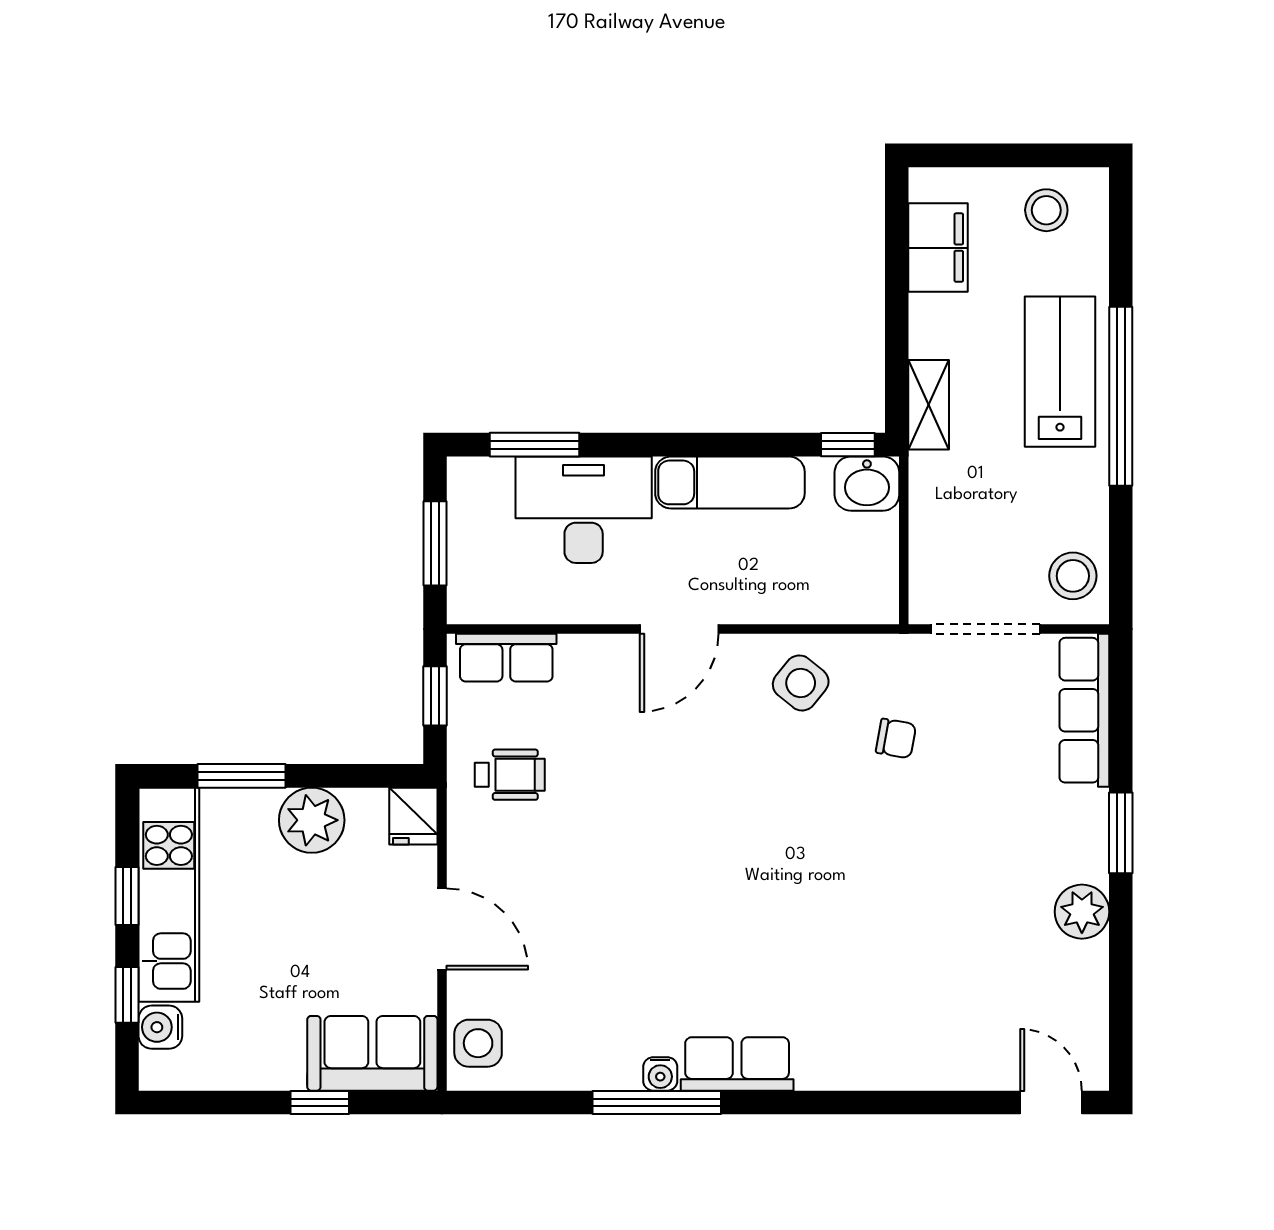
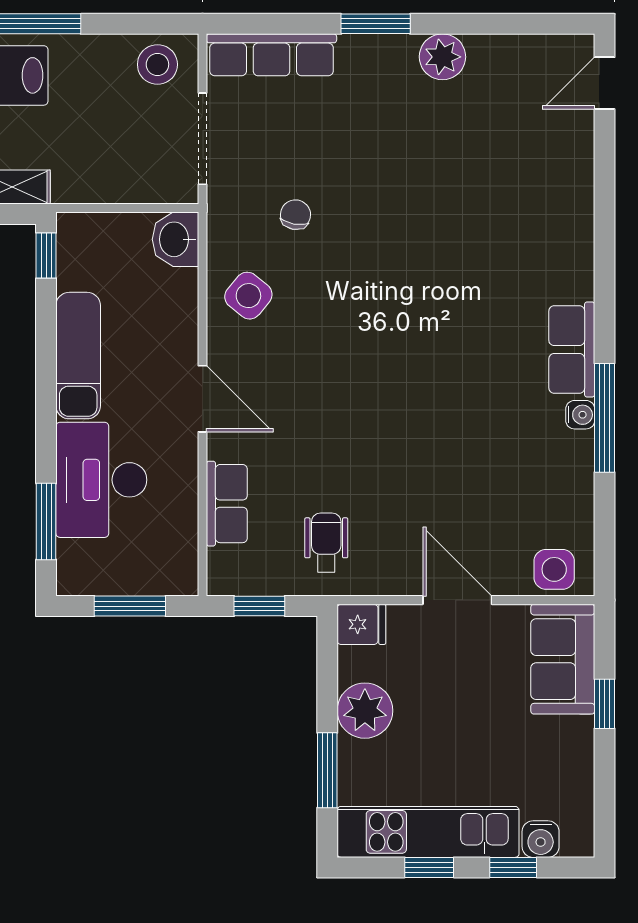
washbasin: (867, 484) -> (175, 239), moved, turned 180
row of seats: (506, 658) -> (227, 504), moved
door: (442, 929) -> (457, 600), hinge flipped

